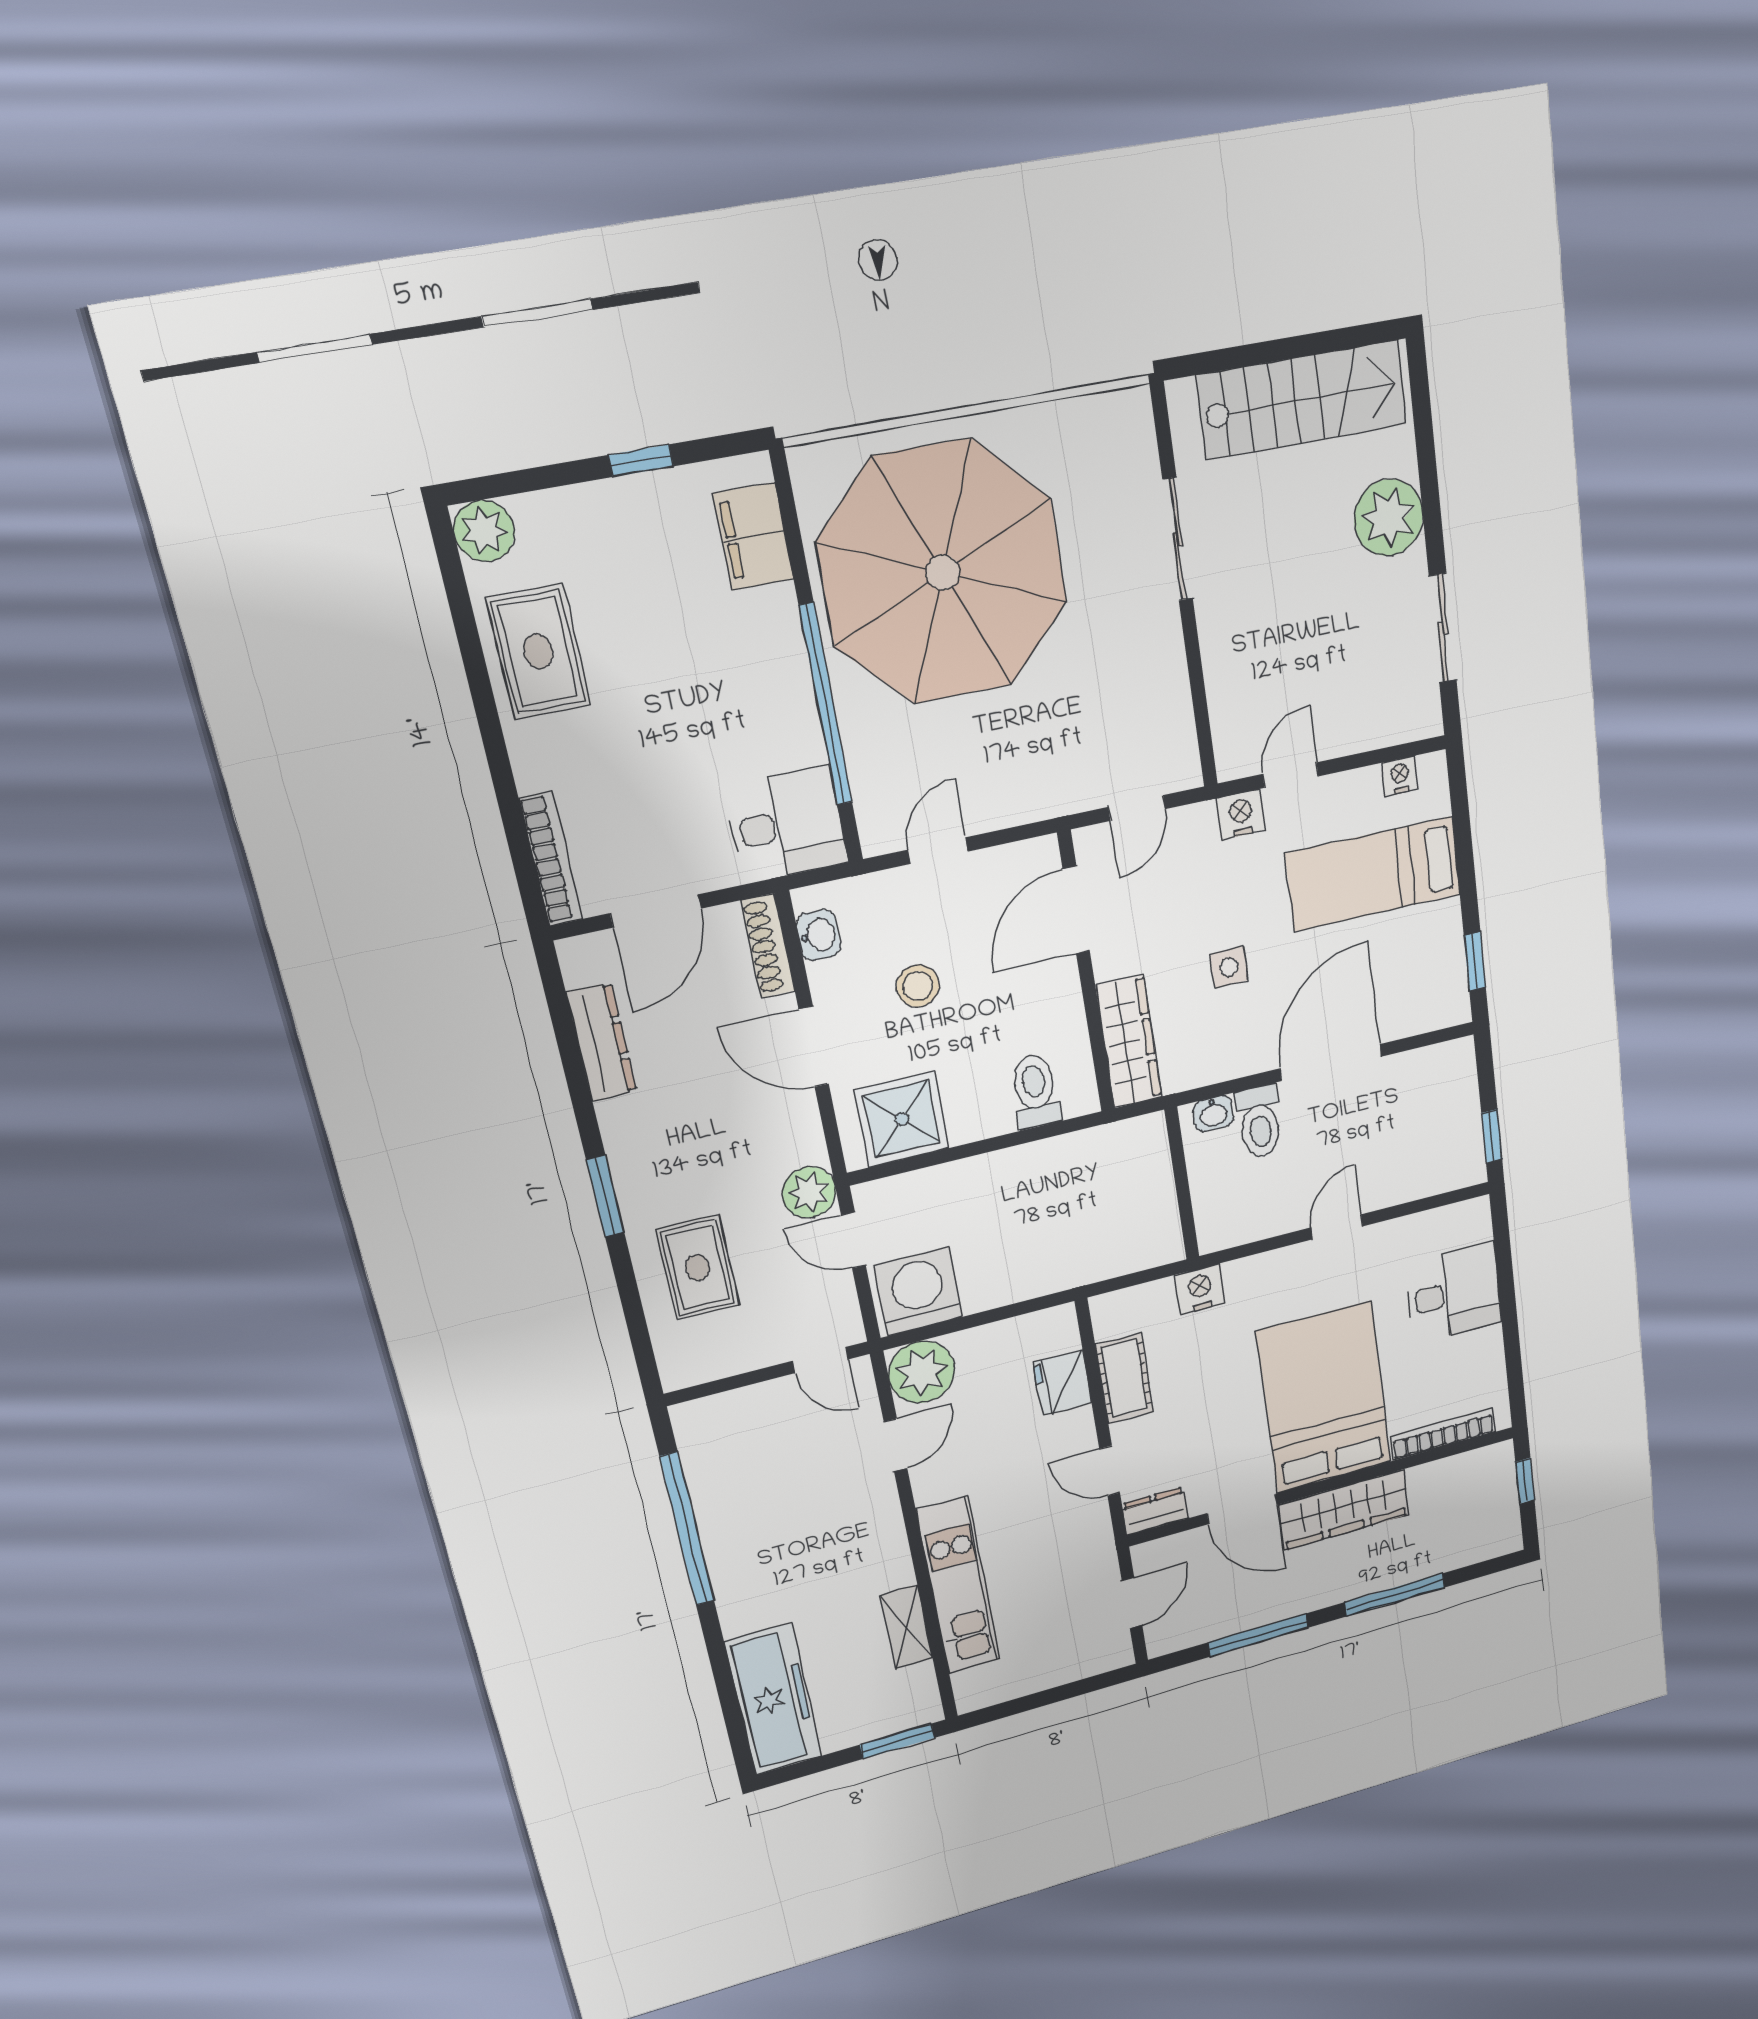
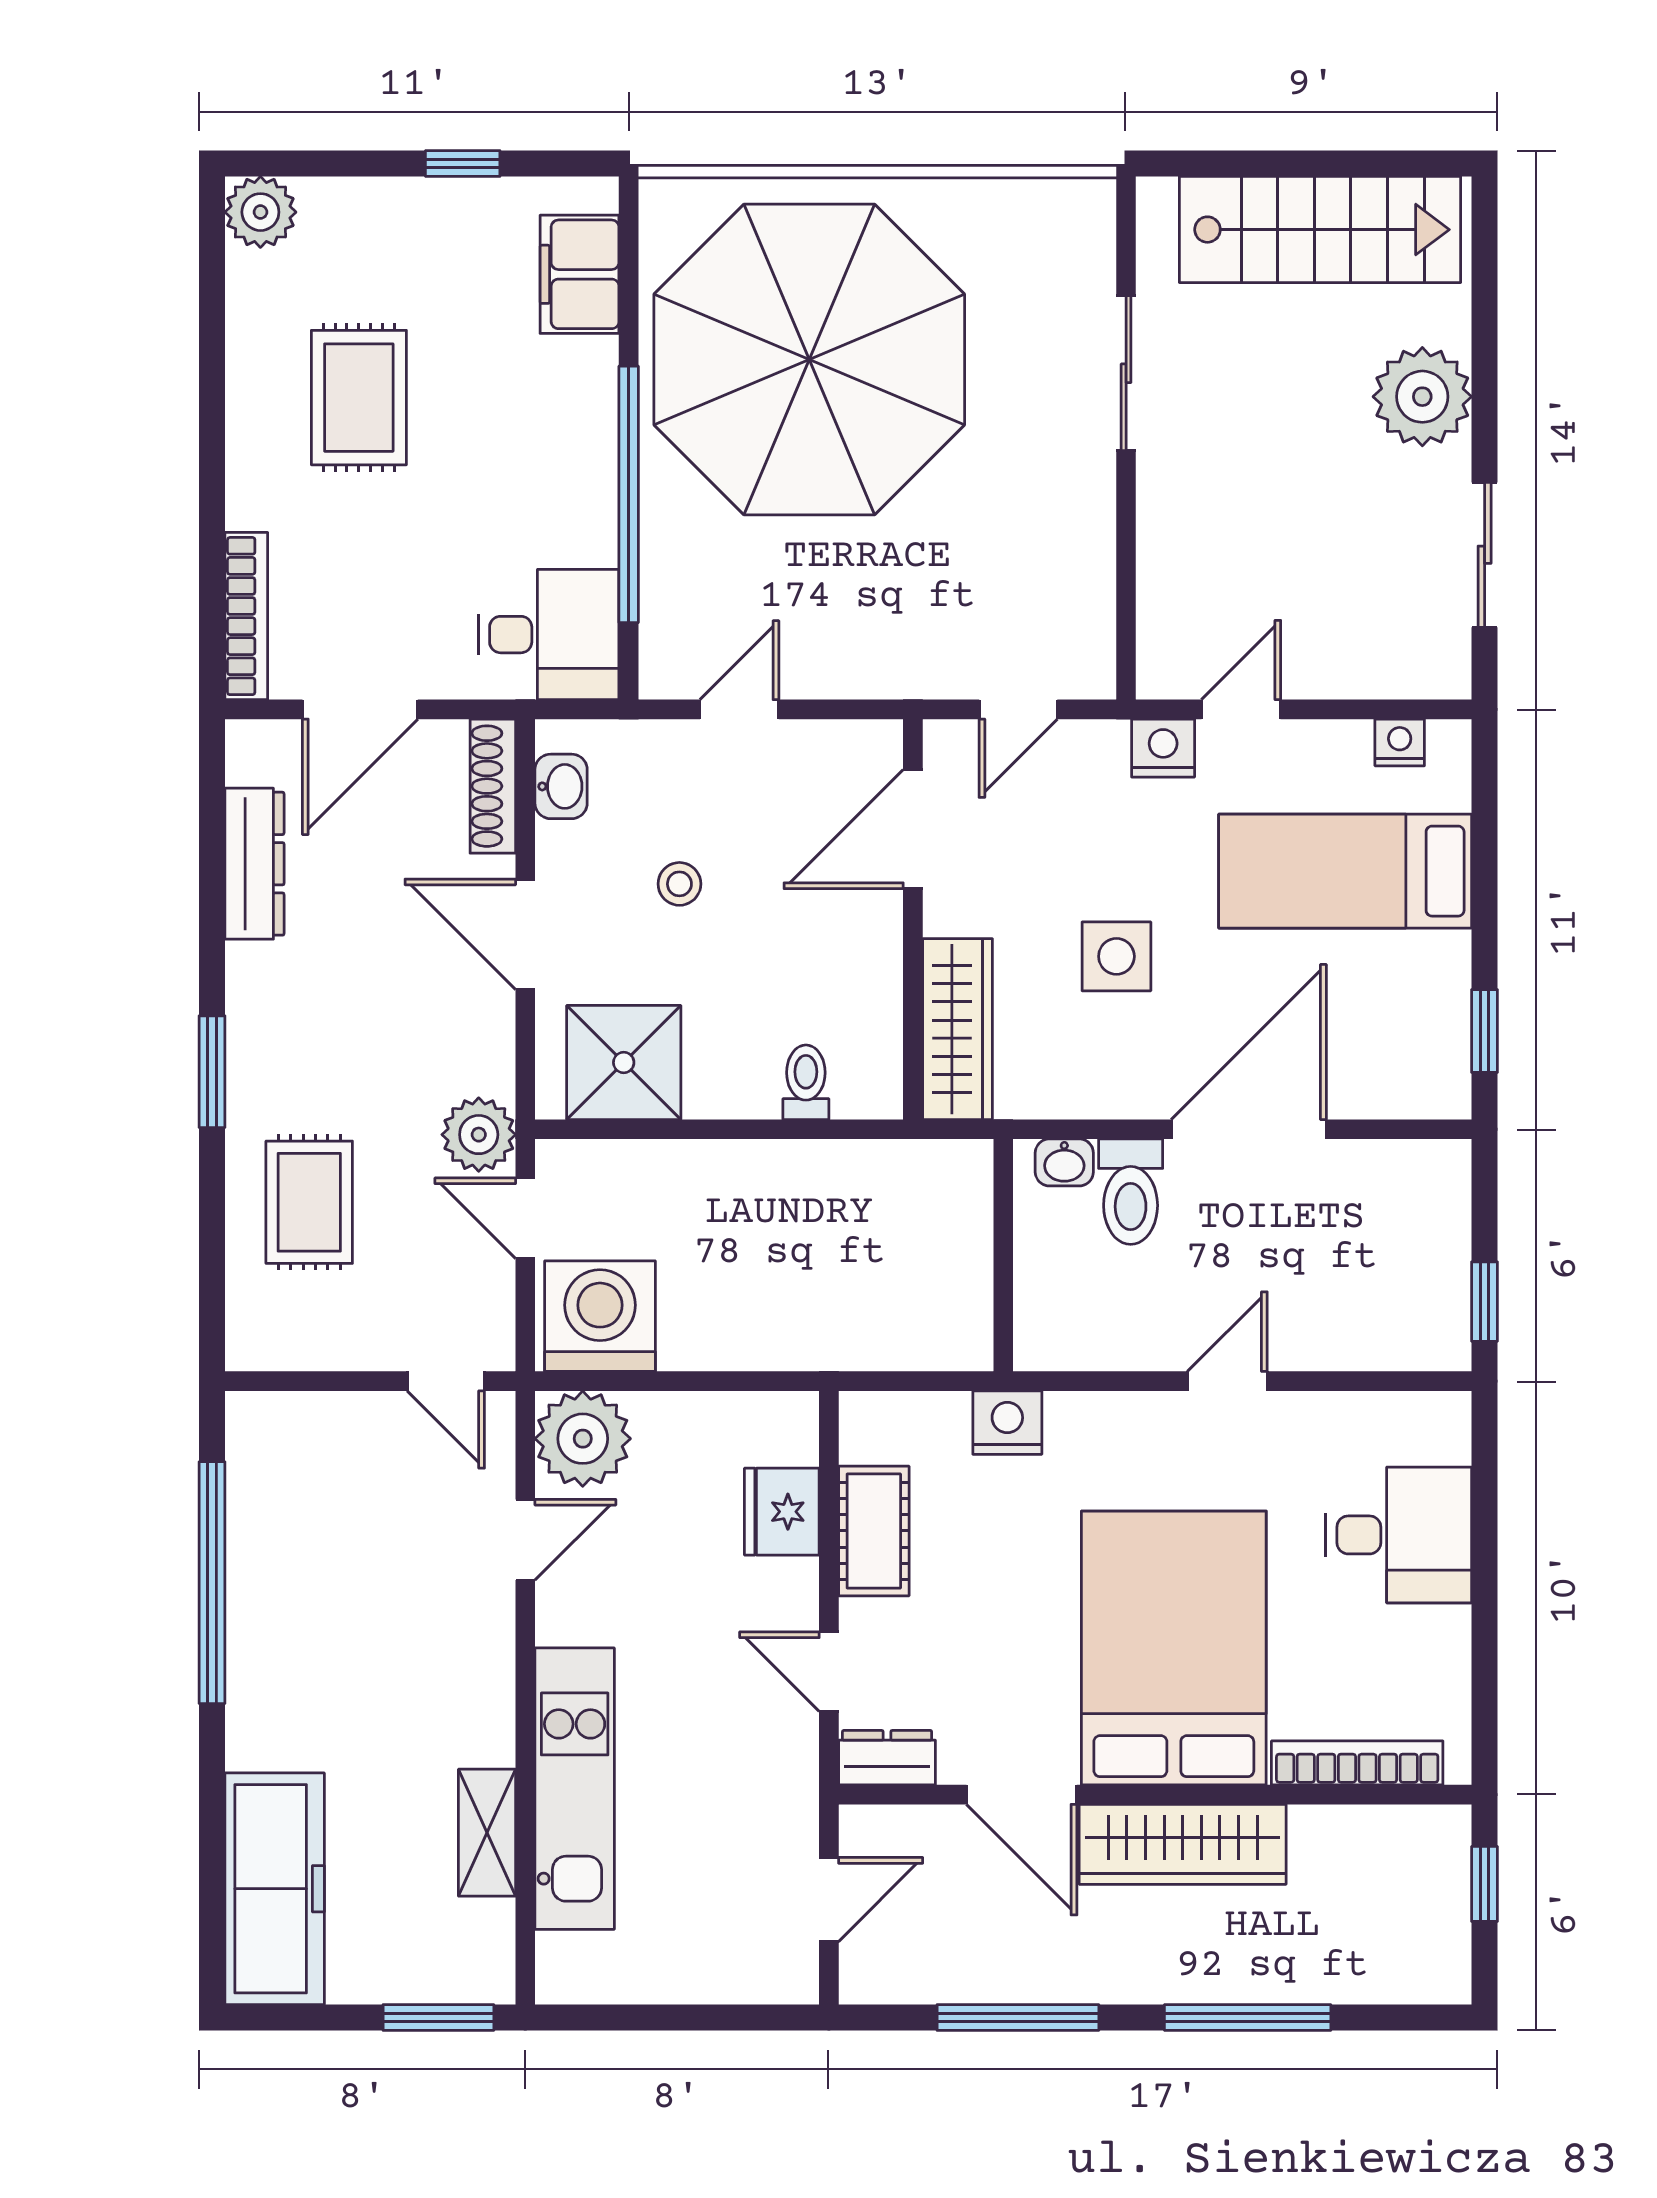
rug: (538, 652) -> (359, 398), moved
side table: (1229, 967) -> (1116, 956), width x1.37, depth x1.37
stool: (918, 986) -> (679, 884), width x0.73, depth x0.73
toilet: (1035, 1091) -> (806, 1082), width x0.73, depth x0.72

